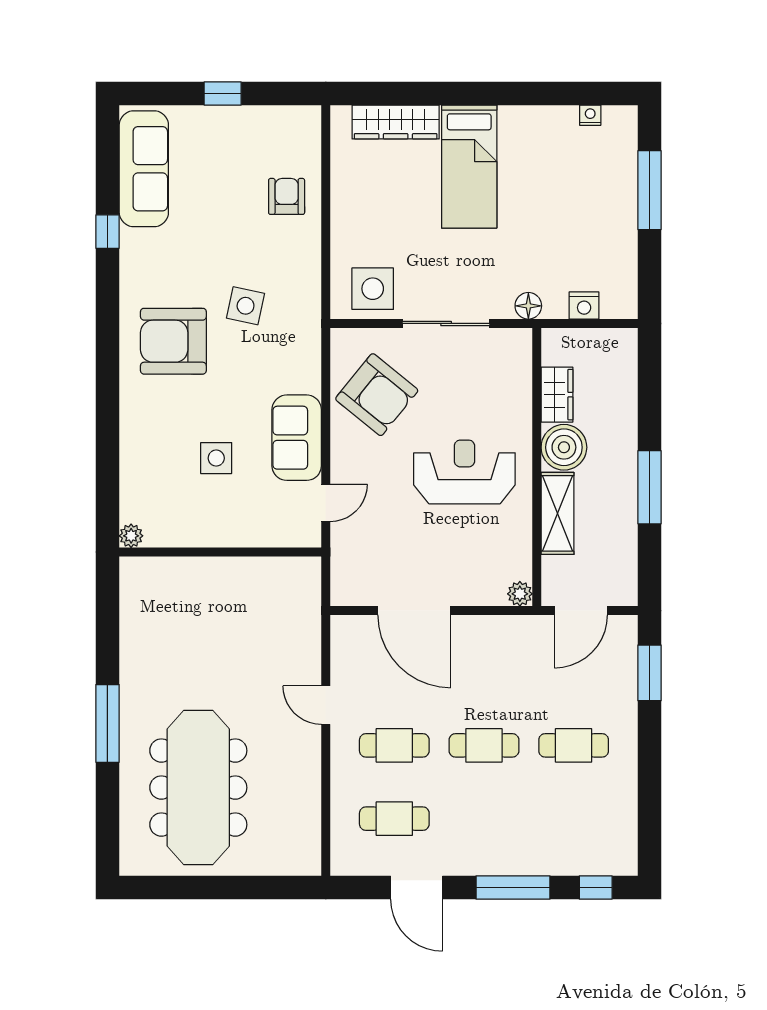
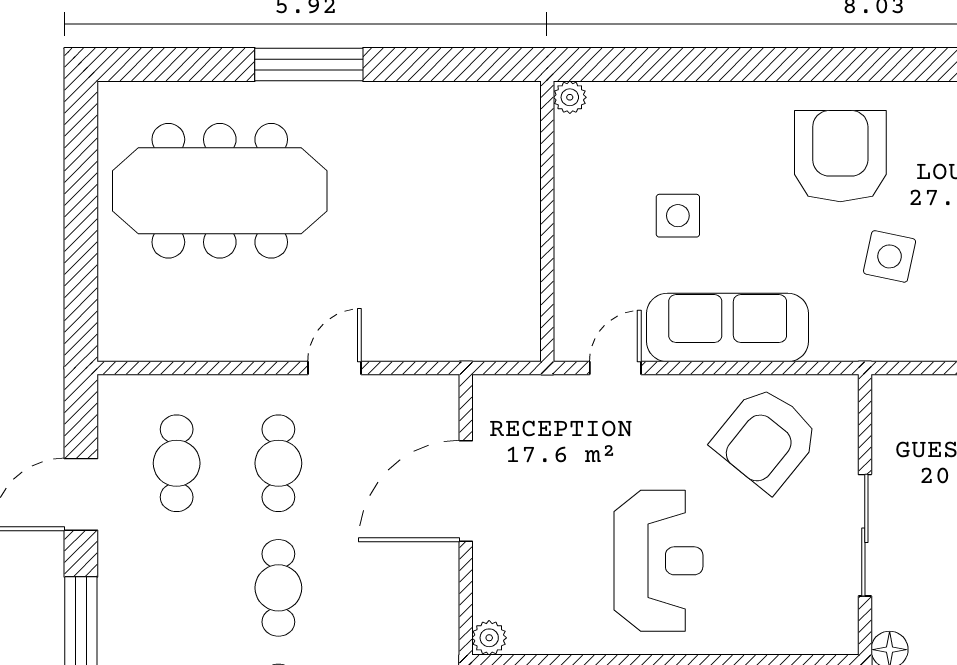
side table: (373, 289) -> (913, 433), removed
sofa: (297, 438) -> (728, 327), width x1.36
door: (326, 503) -> (615, 368), swing flipped

